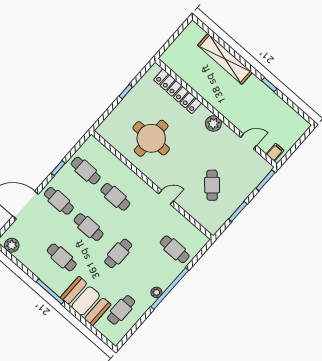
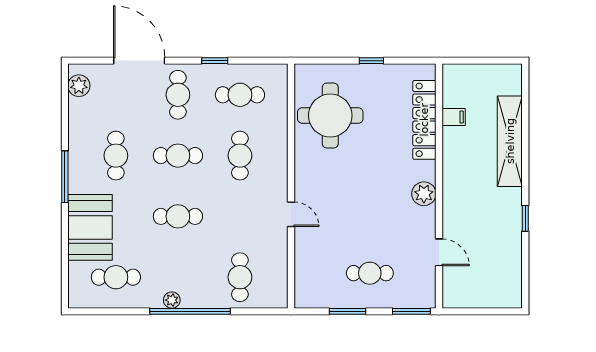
round table: (151, 138) -> (330, 116), moved
filing cabinet: (275, 152) -> (454, 117), moved
cafe table: (86, 171) -> (240, 95), turned 90
cafe table: (212, 185) -> (370, 273), moved, turned 42
cafe table: (89, 227) -> (178, 156), turned 90

